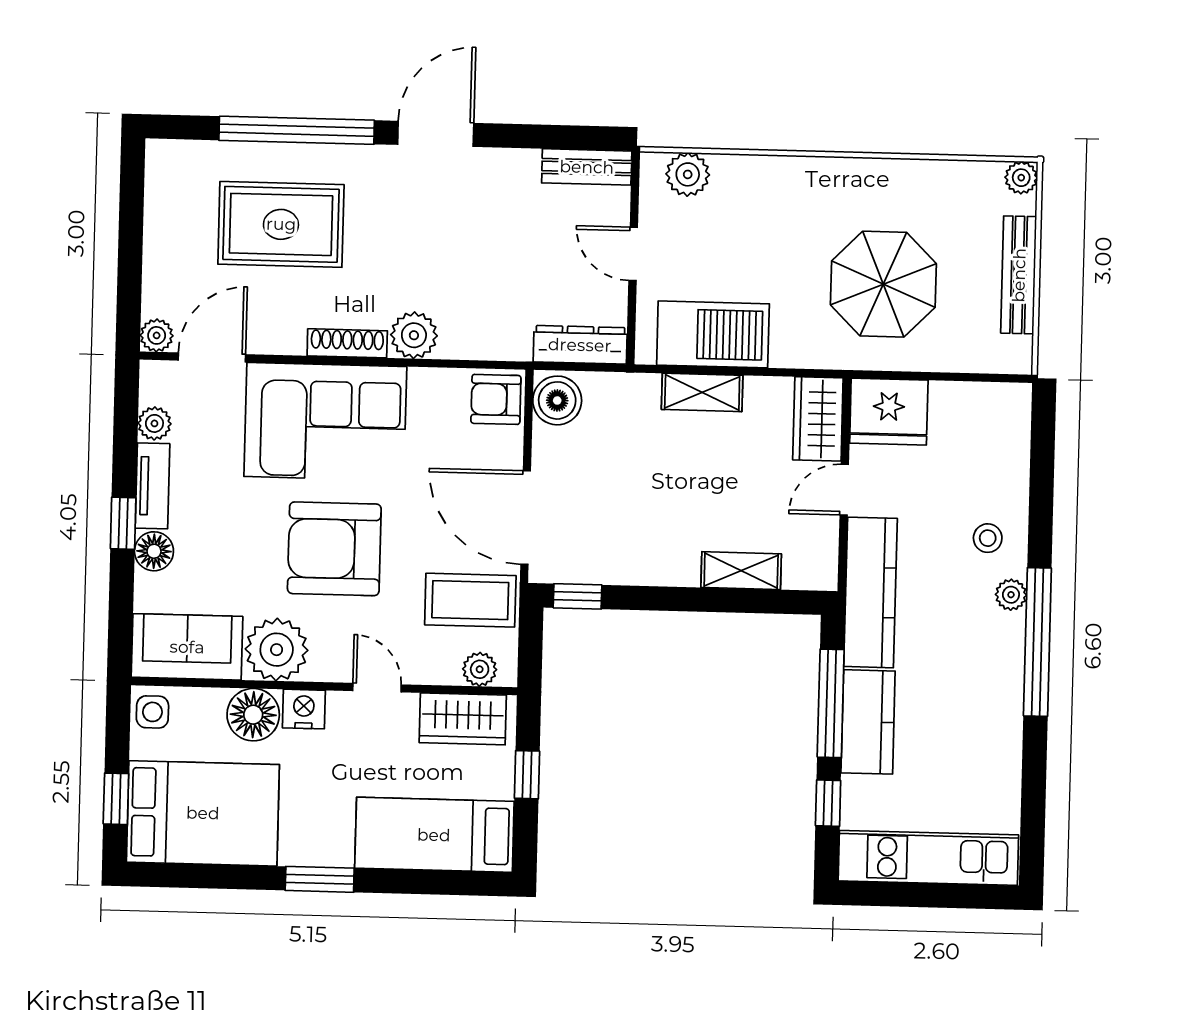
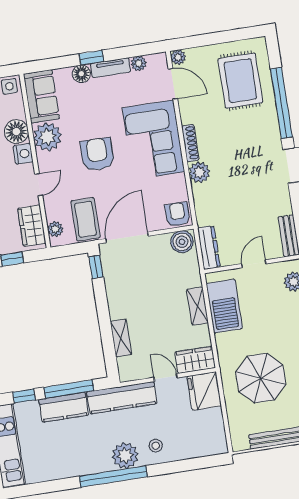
rug: (281, 224) -> (240, 81), moved
armchair: (334, 549) -> (97, 154), width x0.73, depth x0.73
plant: (1011, 595) -> (125, 456), width x1.88, depth x1.88

